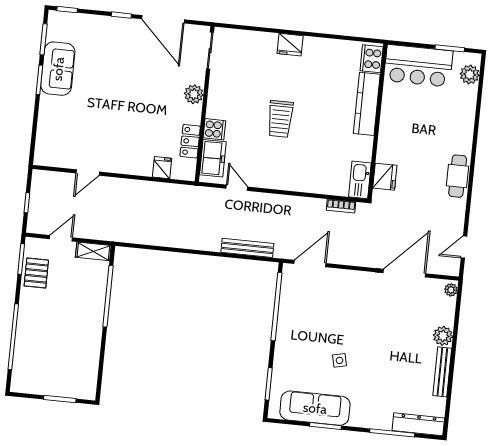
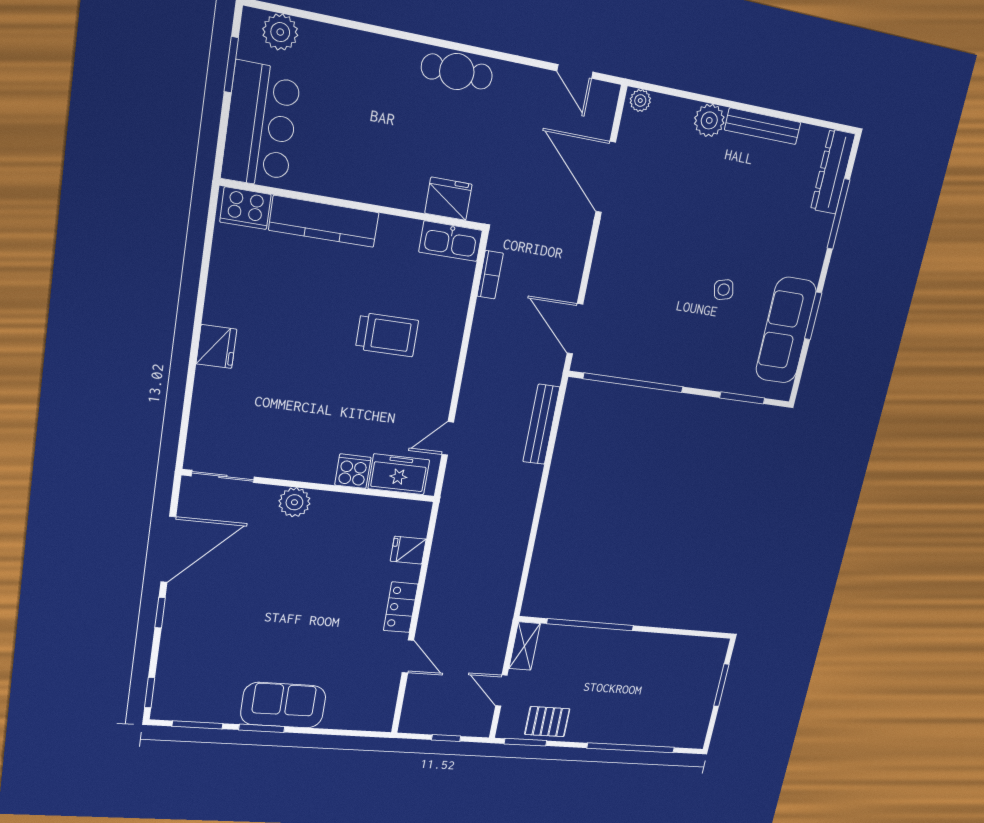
sofa: (58, 69) -> (283, 705), moved
trolley: (280, 119) -> (387, 335), moved
locker: (190, 141) -> (401, 607), moved, turned 90

